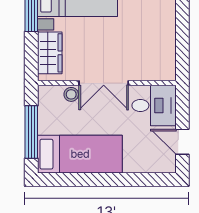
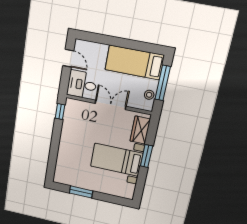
window: (182, 56) -> (60, 111), added
stool: (71, 94) -> (149, 95), moved

